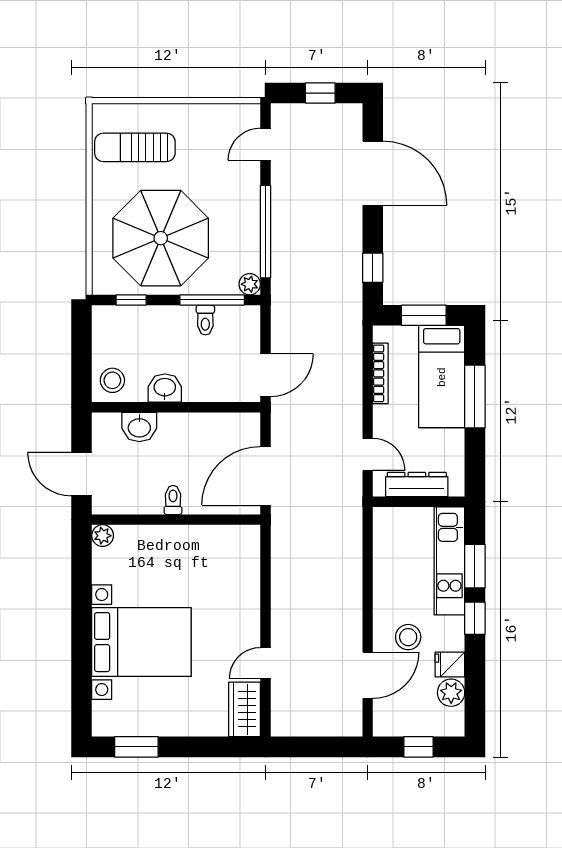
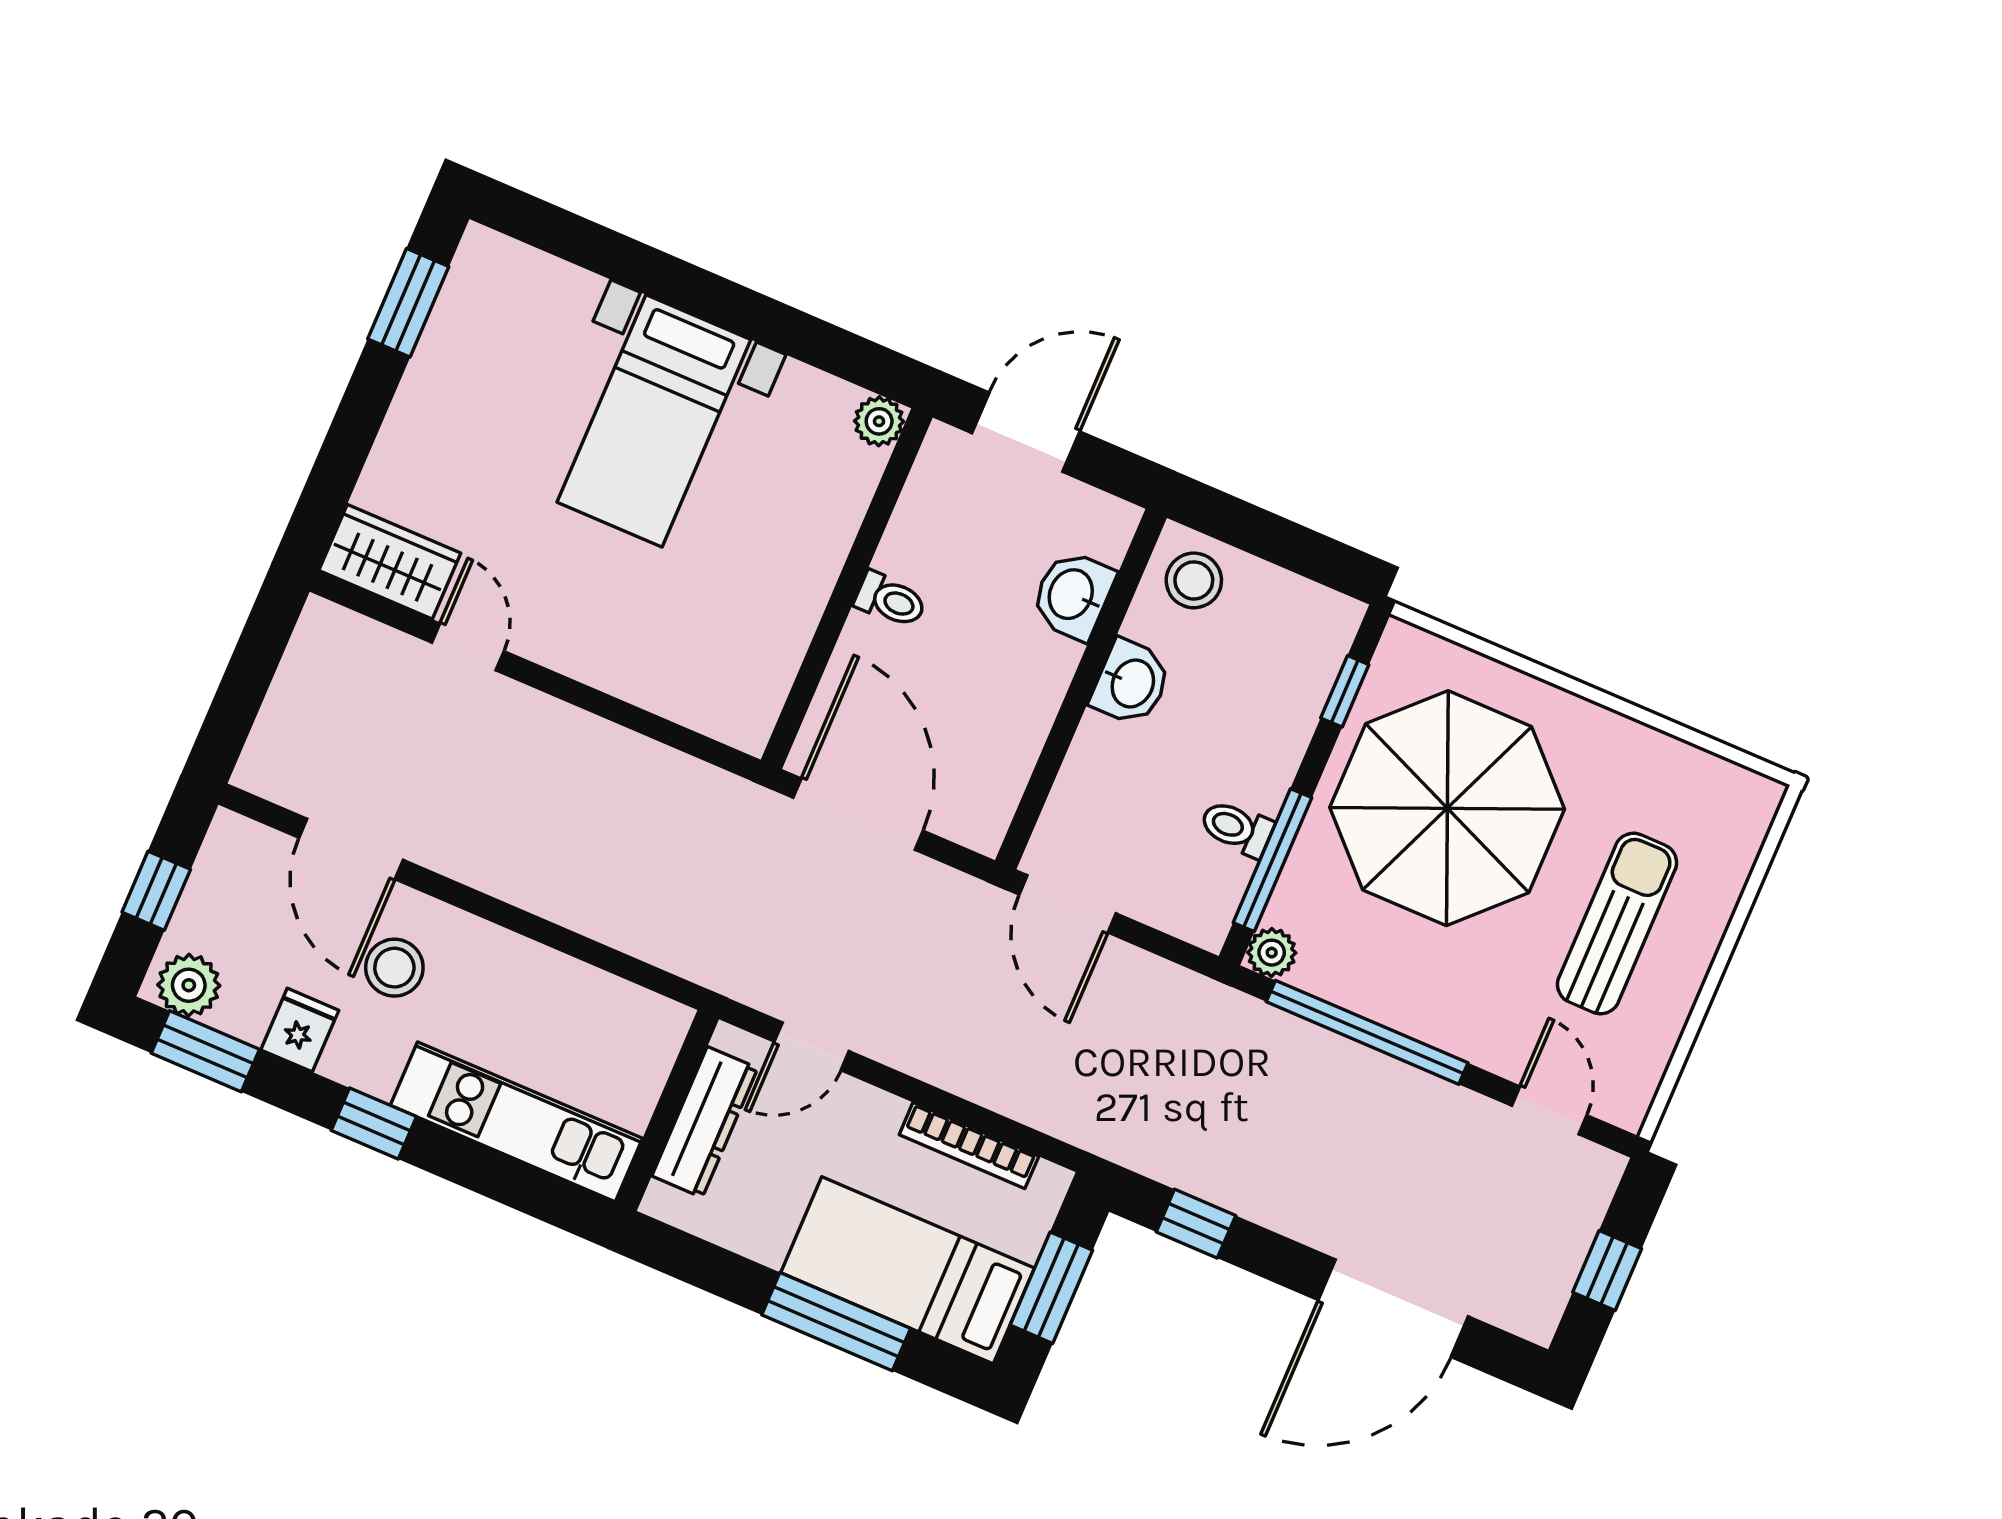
sun lounger: (135, 147) -> (1617, 924), moved
window: (475, 566) -> (205, 1051), moved
bed with nightstands: (141, 642) -> (654, 421), width x0.73
plant: (451, 693) -> (189, 985), moved

